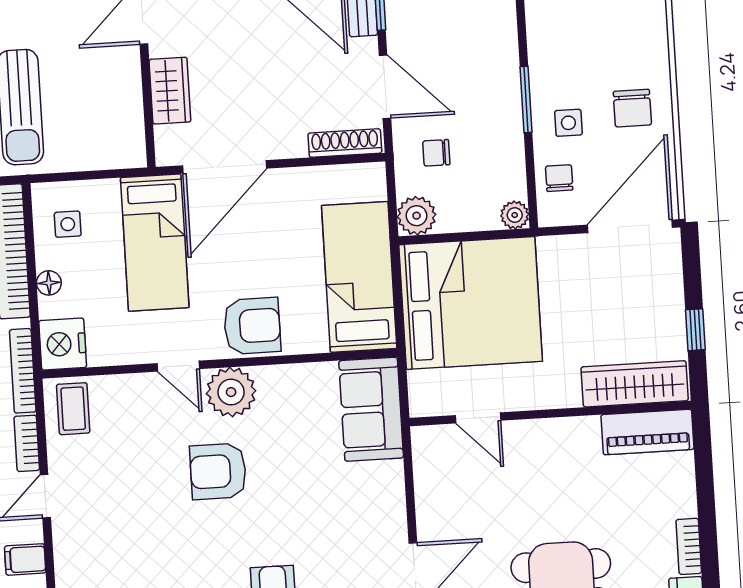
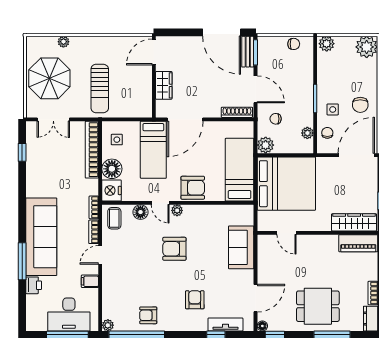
plant: (515, 215) -> (307, 133), moved
floor lamp: (49, 283) -> (112, 169), width x1.89, depth x1.89
bookcase: (23, 371) -> (94, 207), width x0.64
floor lamp: (134, 390) -> (140, 212), added
plant: (231, 392) -> (177, 210), width x0.53, depth x0.53
sofa: (371, 409) -> (241, 247), moved

